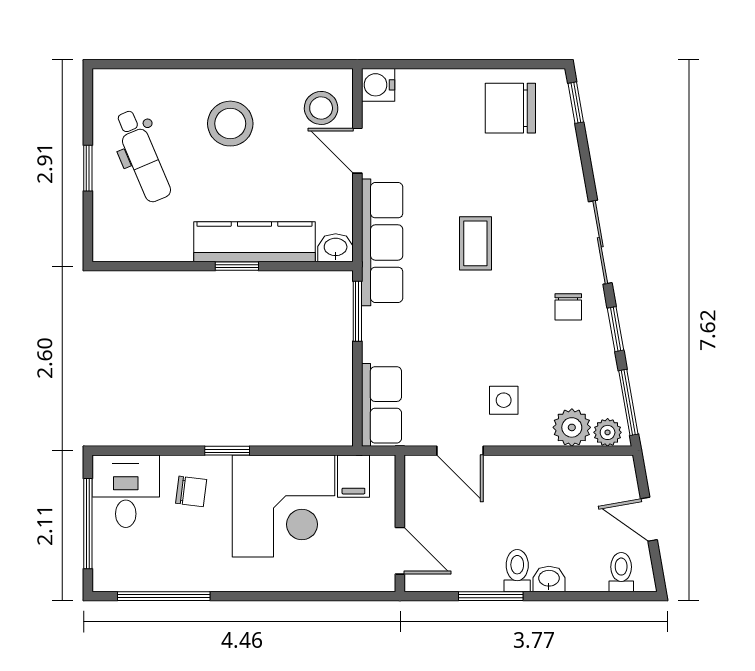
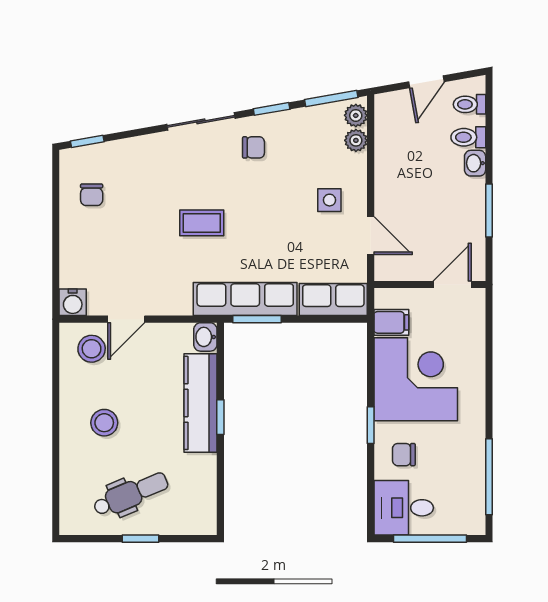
chair: (510, 108) -> (92, 195), width x0.54, depth x0.54
stool: (230, 124) -> (104, 423), width x0.73, depth x0.73
row of seats: (382, 242) -> (245, 299), moved
plant: (572, 427) -> (356, 140), width x0.73, depth x0.73
door: (460, 451) -> (371, 236), hinge flipped
chair: (191, 491) -> (404, 455), turned -97
toilet: (517, 571) -> (468, 137), moved

